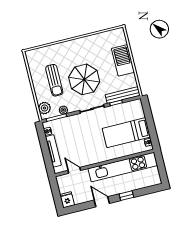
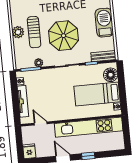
bench: (123, 95) -> (103, 56), width x0.73
plant: (45, 108) -> (18, 32), moved
floor lamp: (137, 112) -> (111, 75), added

